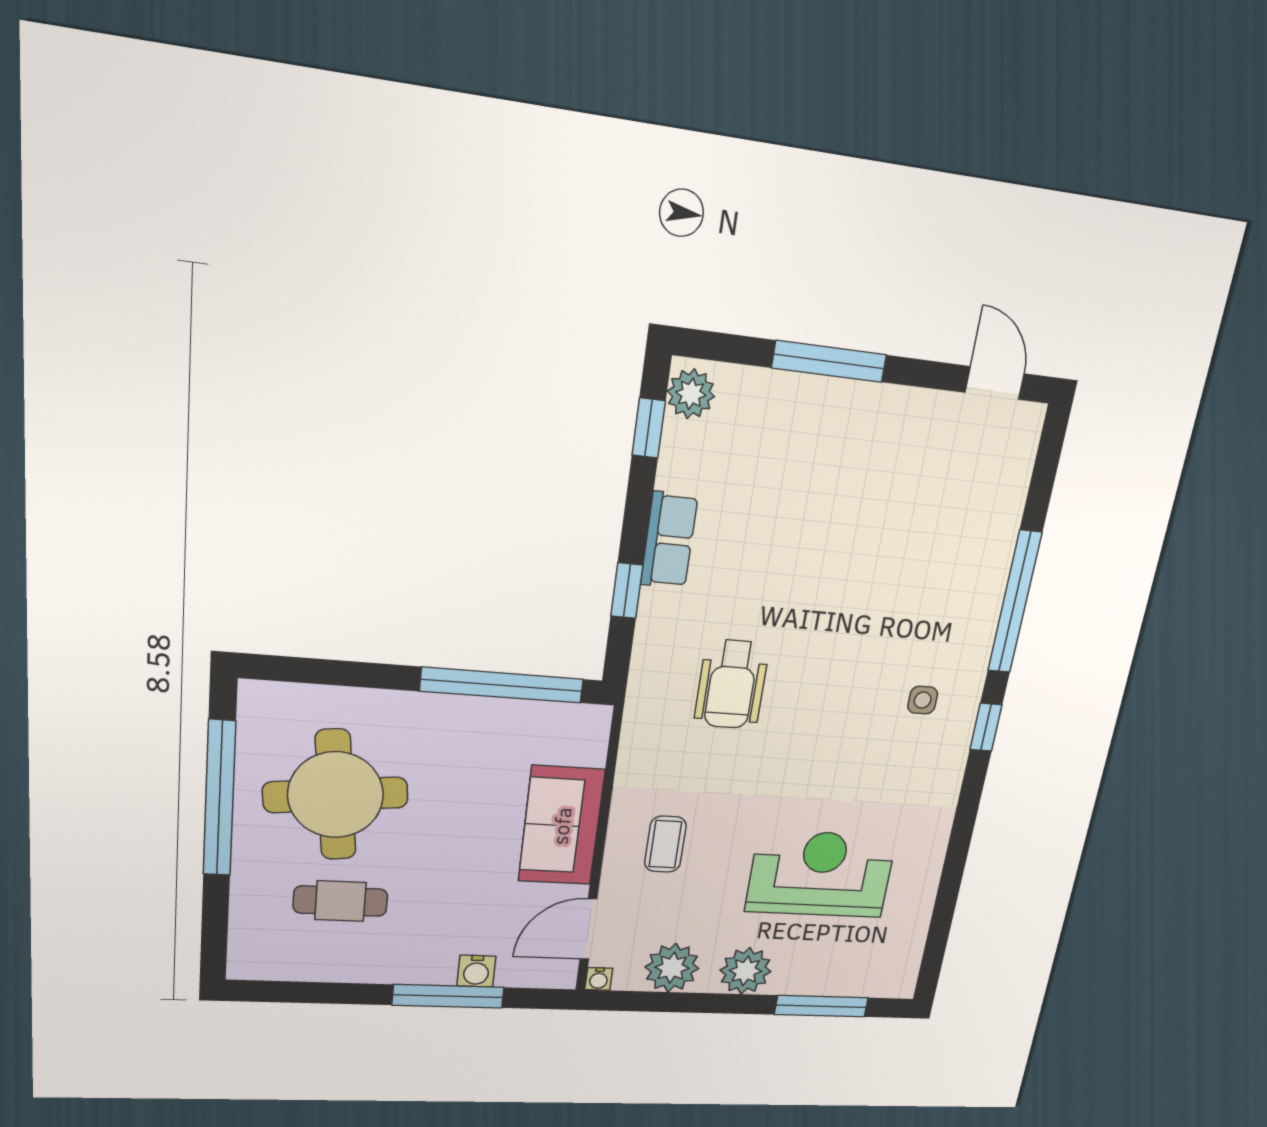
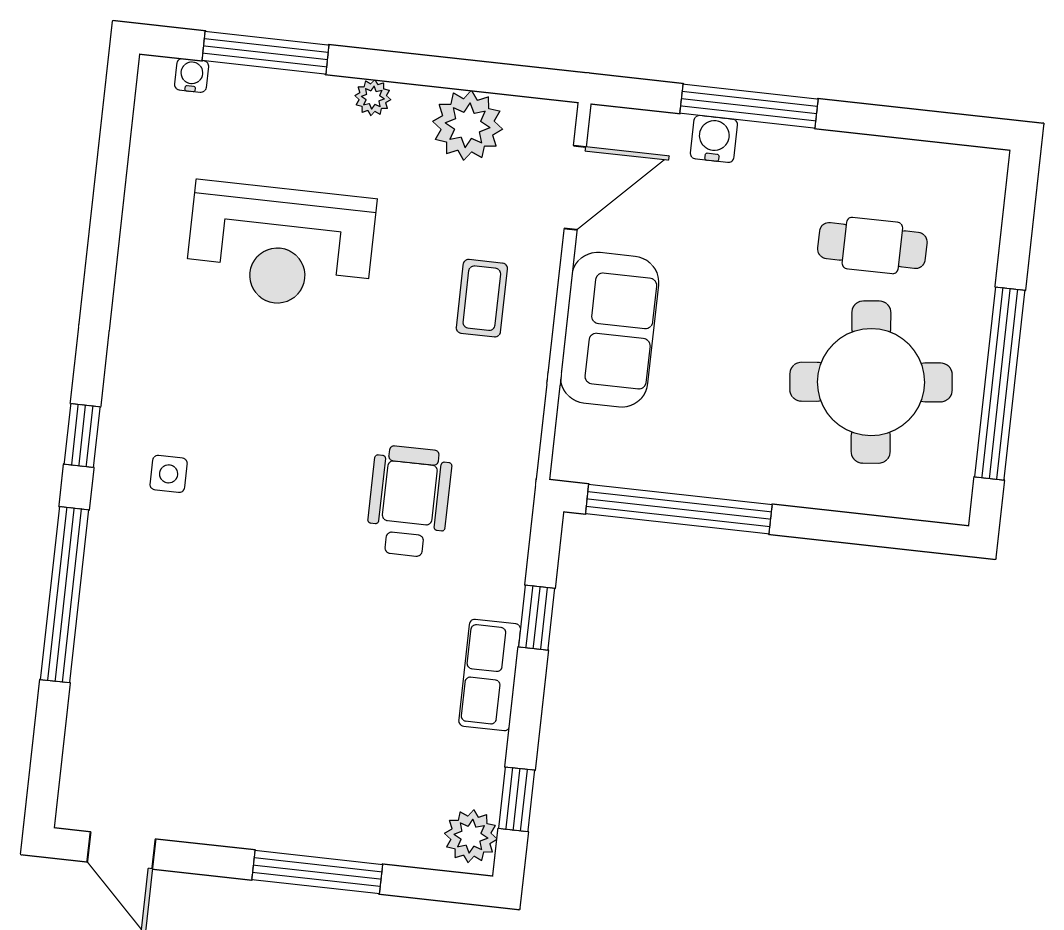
plant: (746, 971) -> (373, 98), width x0.53, depth x0.53
water cooler: (599, 979) -> (192, 75), moved

